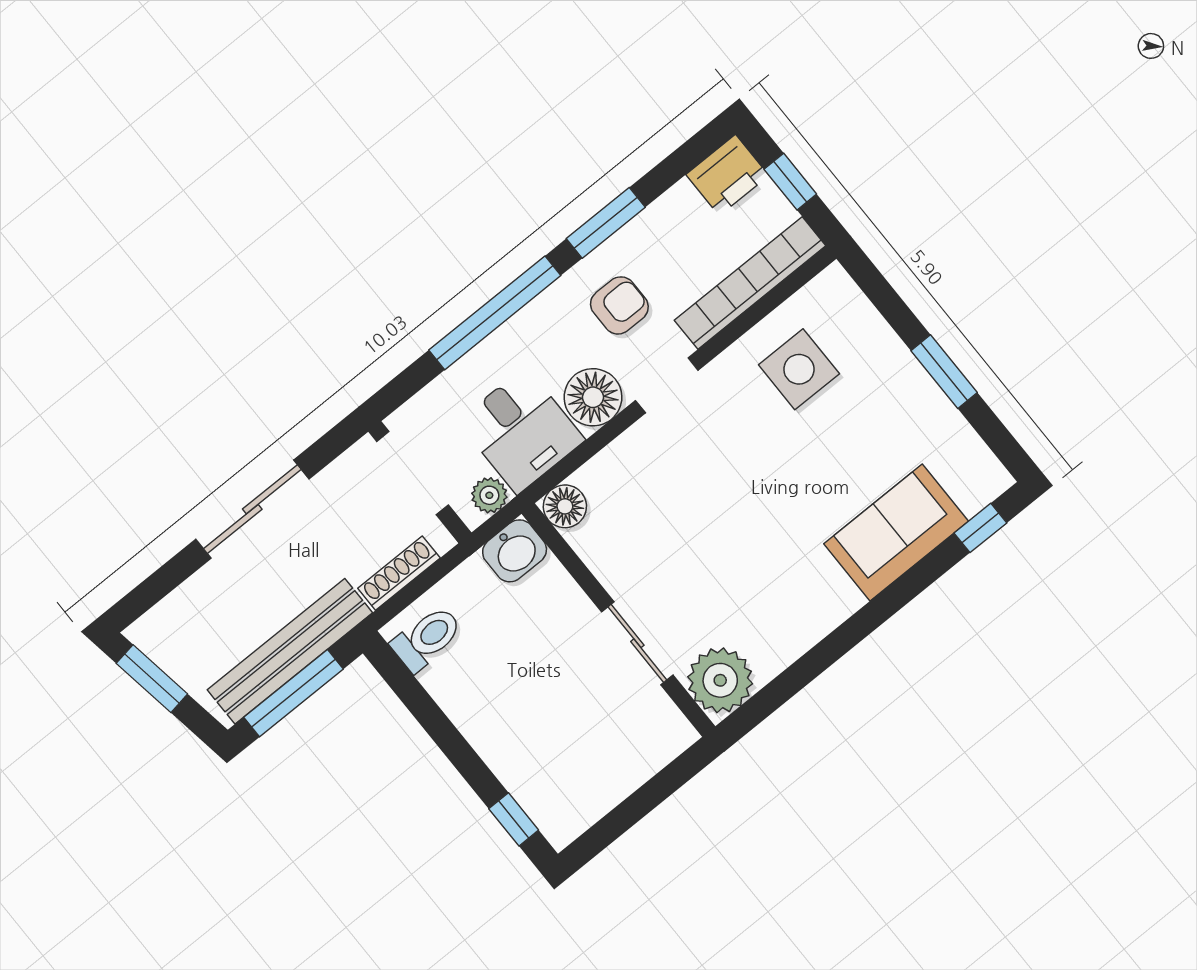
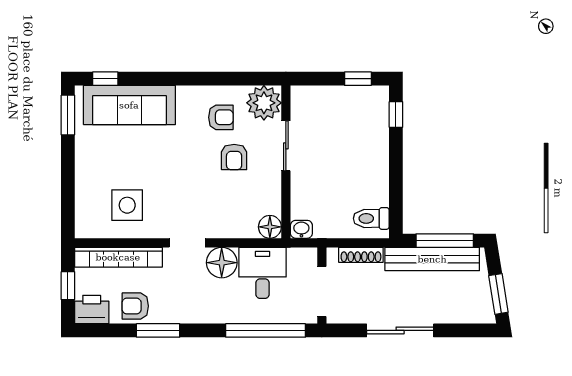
armchair: (619, 305) -> (135, 306), moved
window: (495, 313) -> (266, 330), moved
window: (944, 372) -> (68, 115), moved
plant: (489, 495) -> (297, 257), removed
sofa: (896, 533) -> (129, 105), width x1.36
washbasin: (515, 551) -> (301, 229), width x0.72, depth x0.69
armchair: (700, 566) -> (234, 157), added
armchair: (766, 608) -> (221, 117), added
window: (612, 827) -> (358, 79), added

